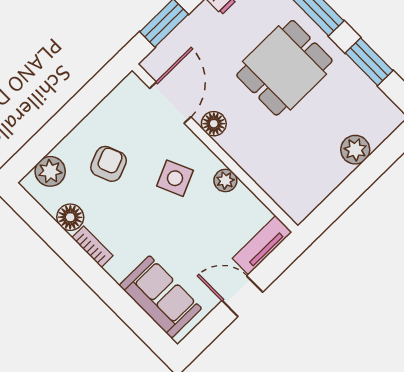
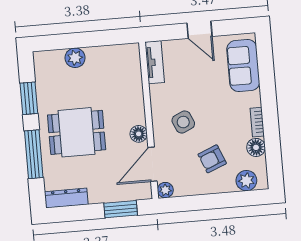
plant: (225, 180) -> (165, 190), moved
tv unit: (262, 245) -> (155, 62), moved, turned -90

